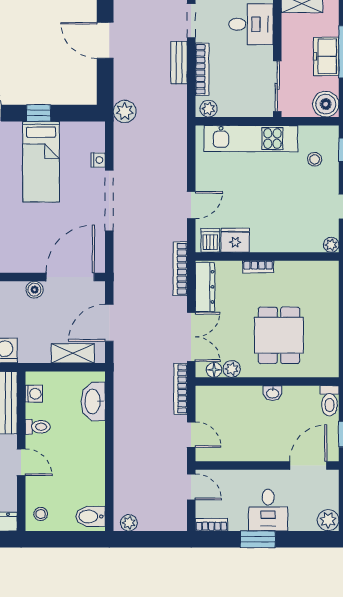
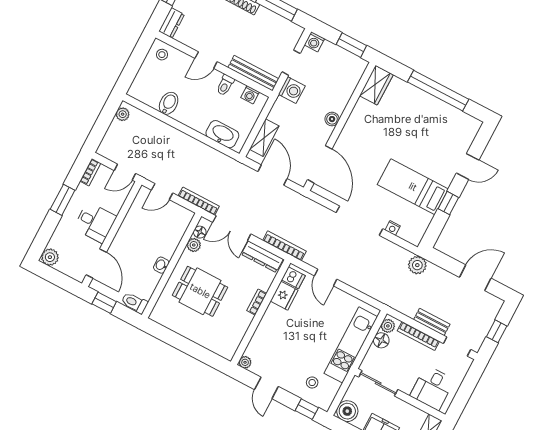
floor lamp: (228, 108) -> (381, 340), added
boiler: (34, 290) -> (332, 119), moved
desk: (268, 510) -> (95, 222), moved, turned 180
bidet: (90, 516) -> (169, 103), moved

